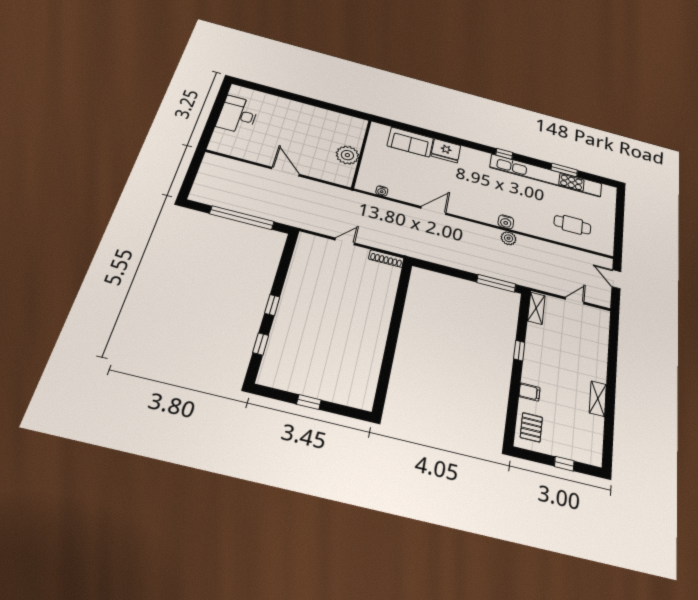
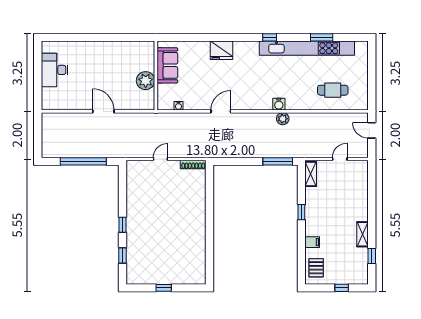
sofa: (410, 142) -> (167, 65), moved, turned -90
window: (609, 430) -> (372, 256), added

